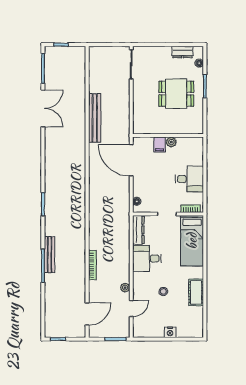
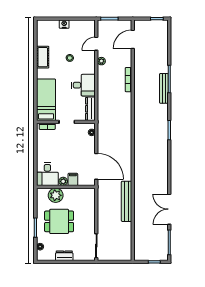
dresser: (182, 52) -> (64, 256), moved
plant: (180, 125) -> (56, 195), added
desk: (189, 179) -> (47, 174), moved, turned -90

